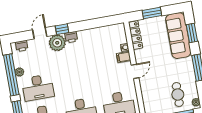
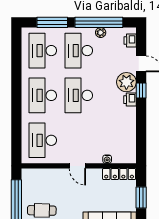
filing cabinet: (124, 57) -> (96, 156), removed
desk: (76, 81) -> (79, 95), added

